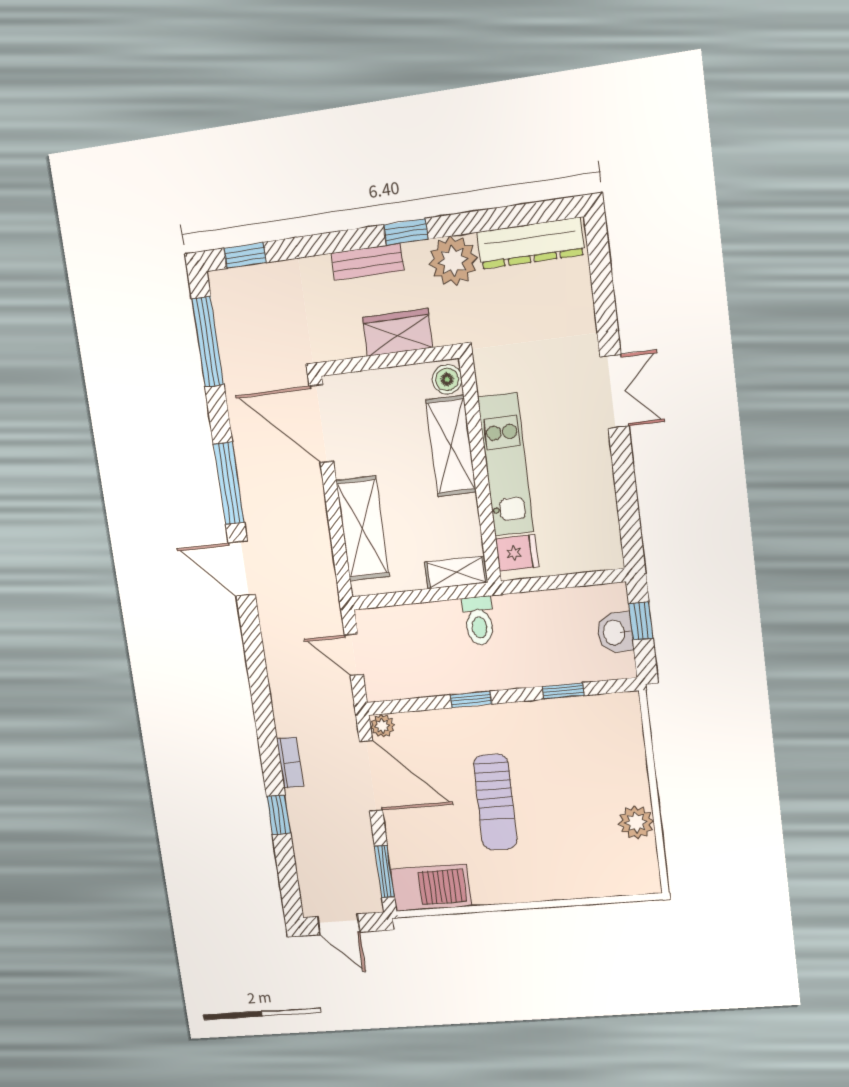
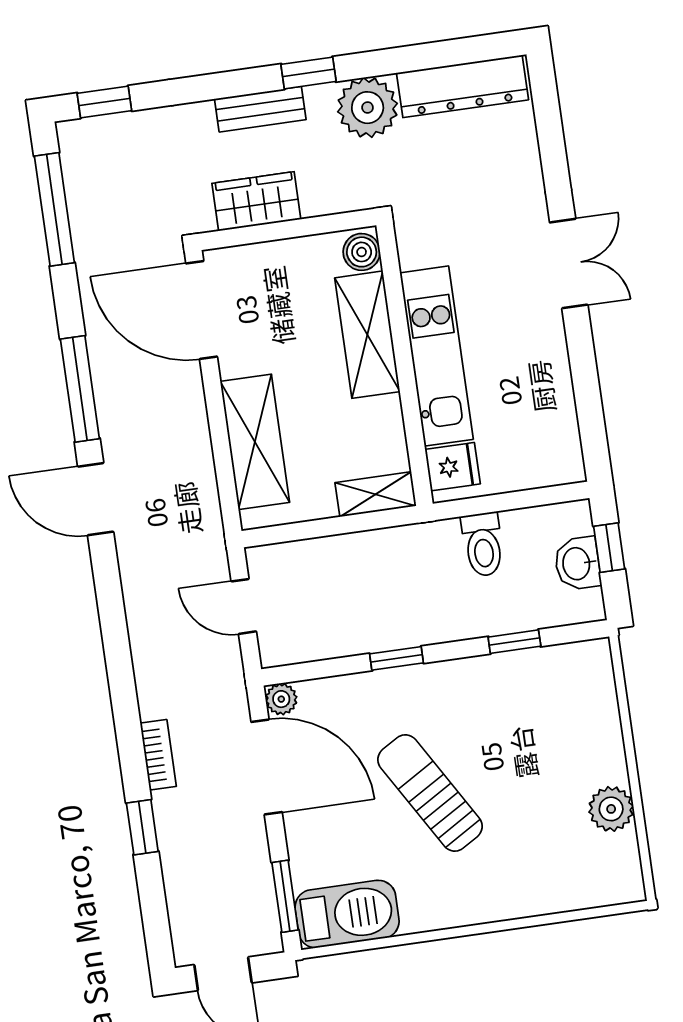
wardrobe: (398, 333) -> (256, 201), moved
toilet: (479, 621) -> (483, 544), moved
sun lounger: (495, 802) -> (430, 793), turned 148

